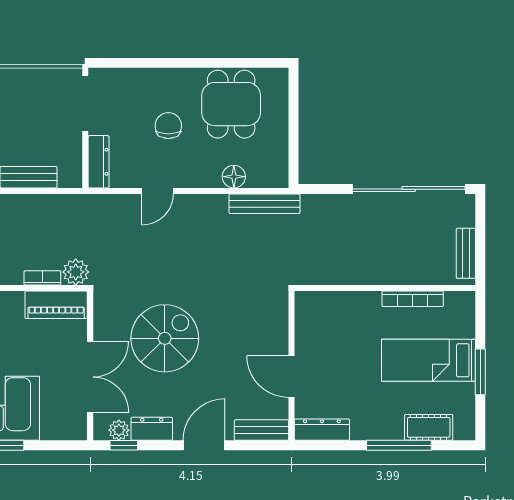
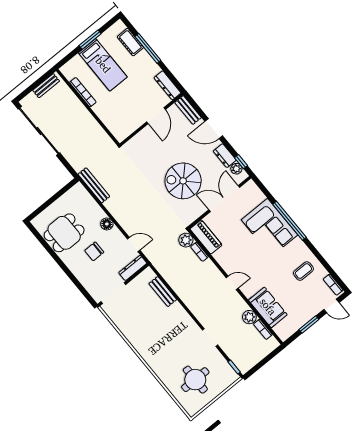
floor lamp: (234, 177) -> (107, 224), moved
door: (158, 191) -> (134, 245), moved

